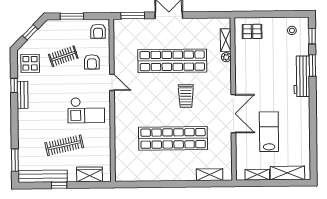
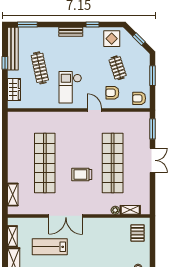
door: (112, 82) -> (94, 110), swing flipped
bench: (22, 95) -> (71, 32), moved
lab bench: (269, 132) -> (50, 247), turned 180

